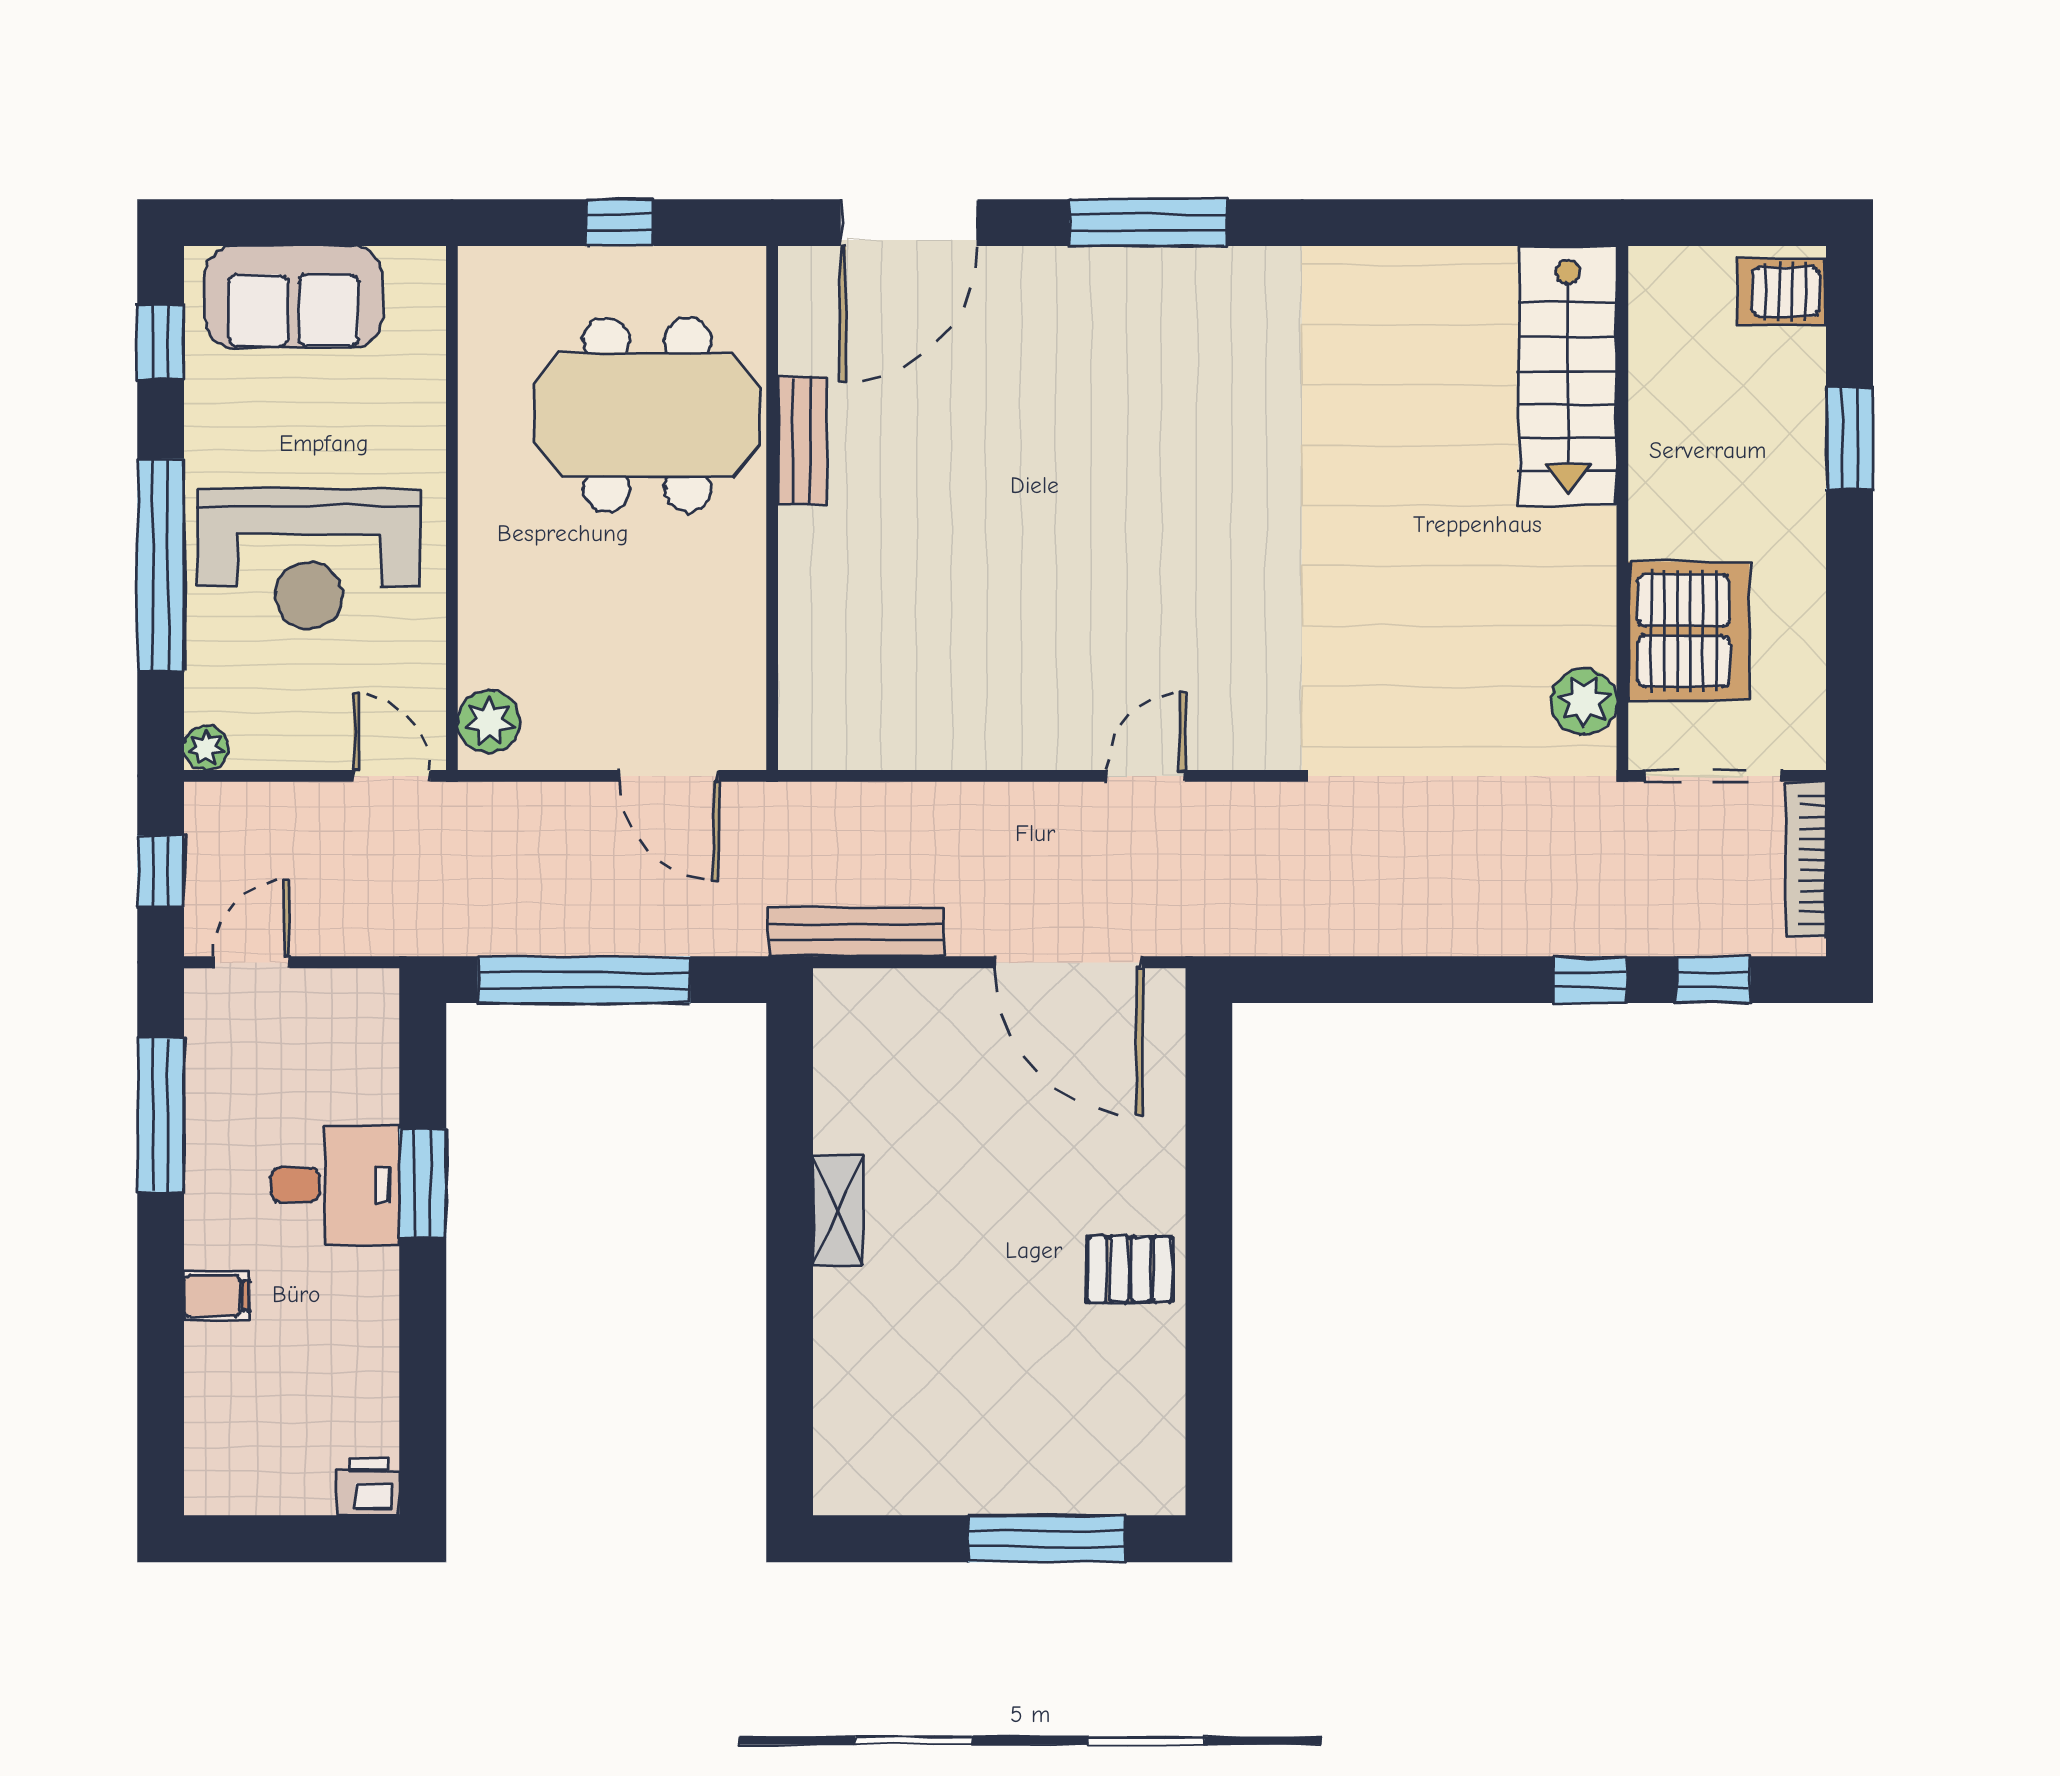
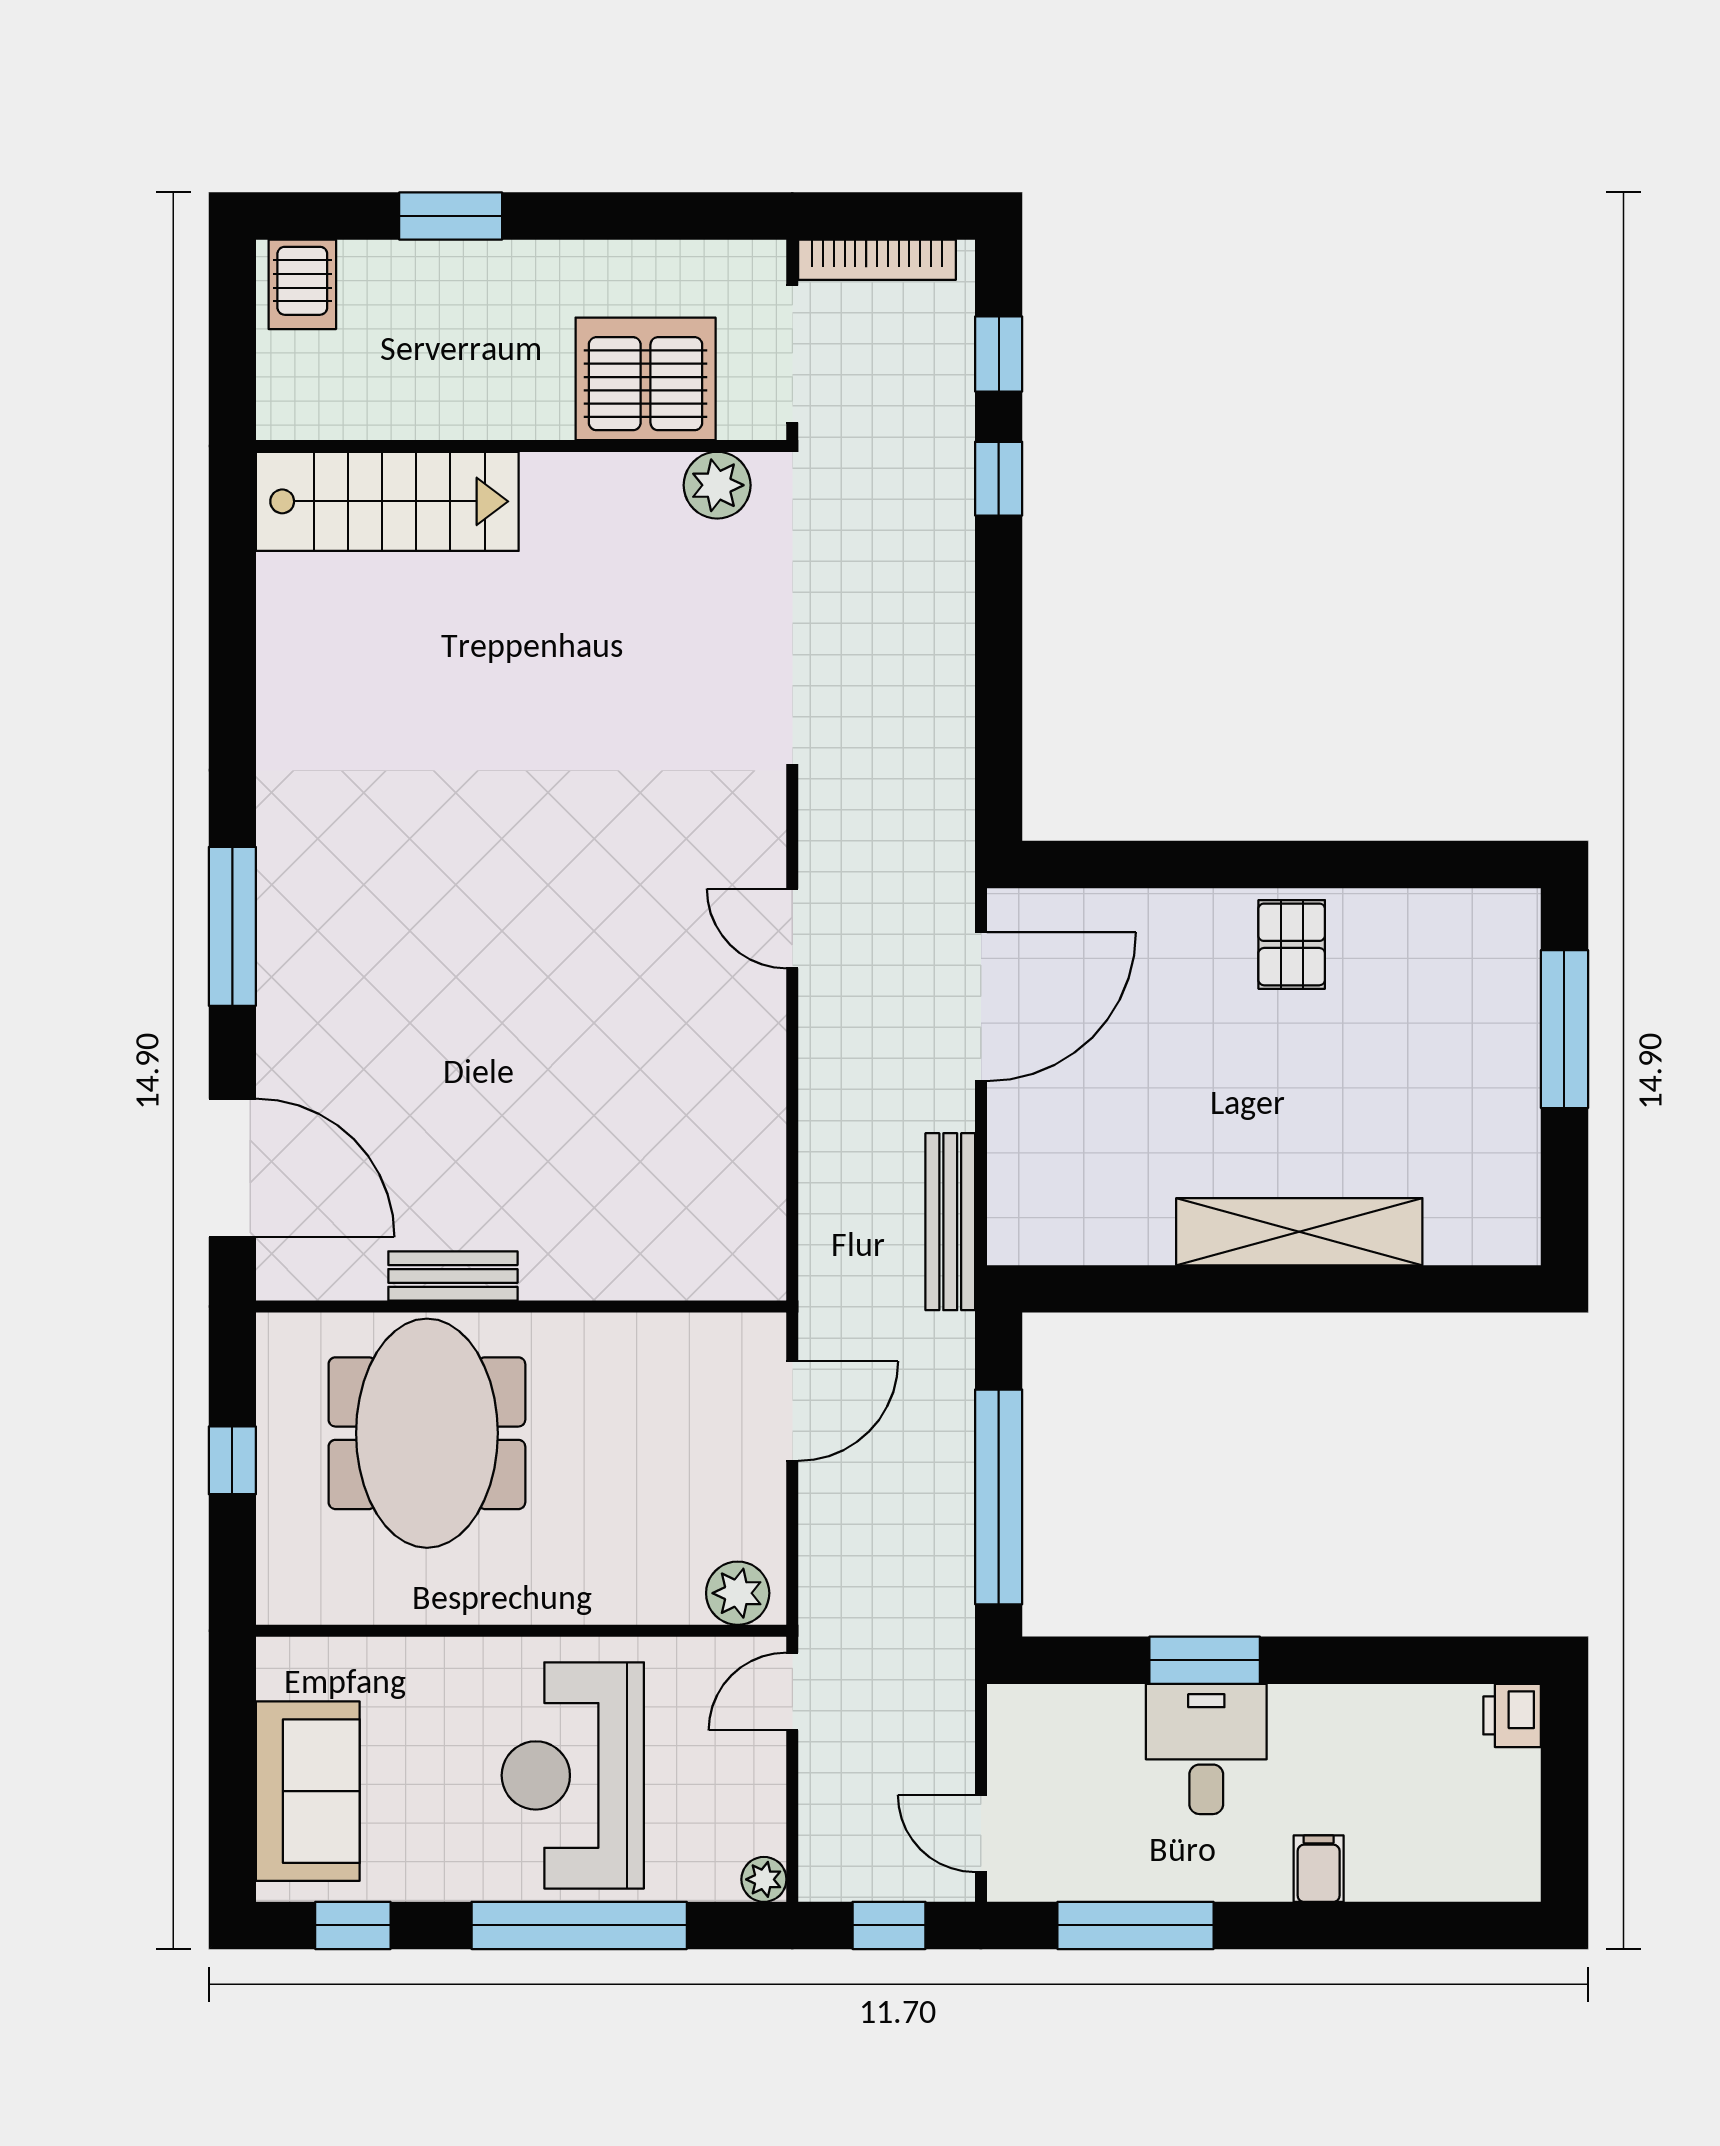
reception desk: (309, 559) -> (573, 1775), turned 180
shelving: (838, 1210) -> (1299, 1232), width x2.20, depth x1.33

